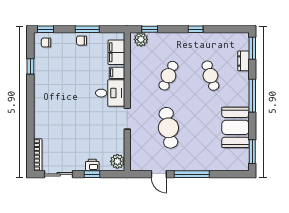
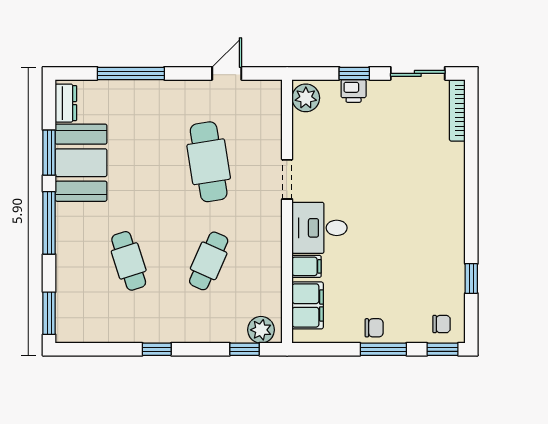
window: (87, 29) -> (383, 349), moved
dresser: (243, 61) -> (66, 103), moved
window: (252, 152) -> (49, 153), moved
door: (159, 174) -> (227, 73), hinge flipped
window: (192, 174) -> (131, 73), moved

